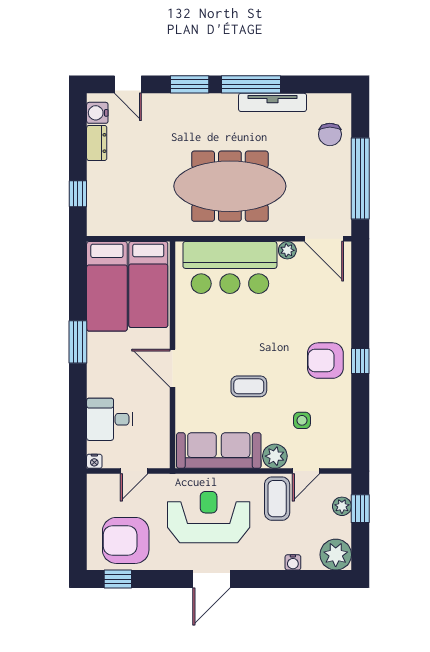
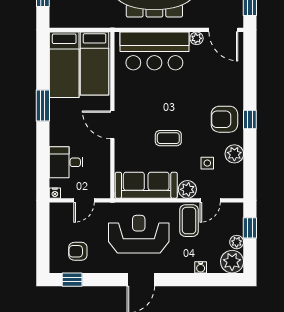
plant: (339, 408) -> (234, 154), added
plant: (342, 506) -> (237, 242), moved
armchair: (126, 540) -> (78, 251), width x0.53, depth x0.53

